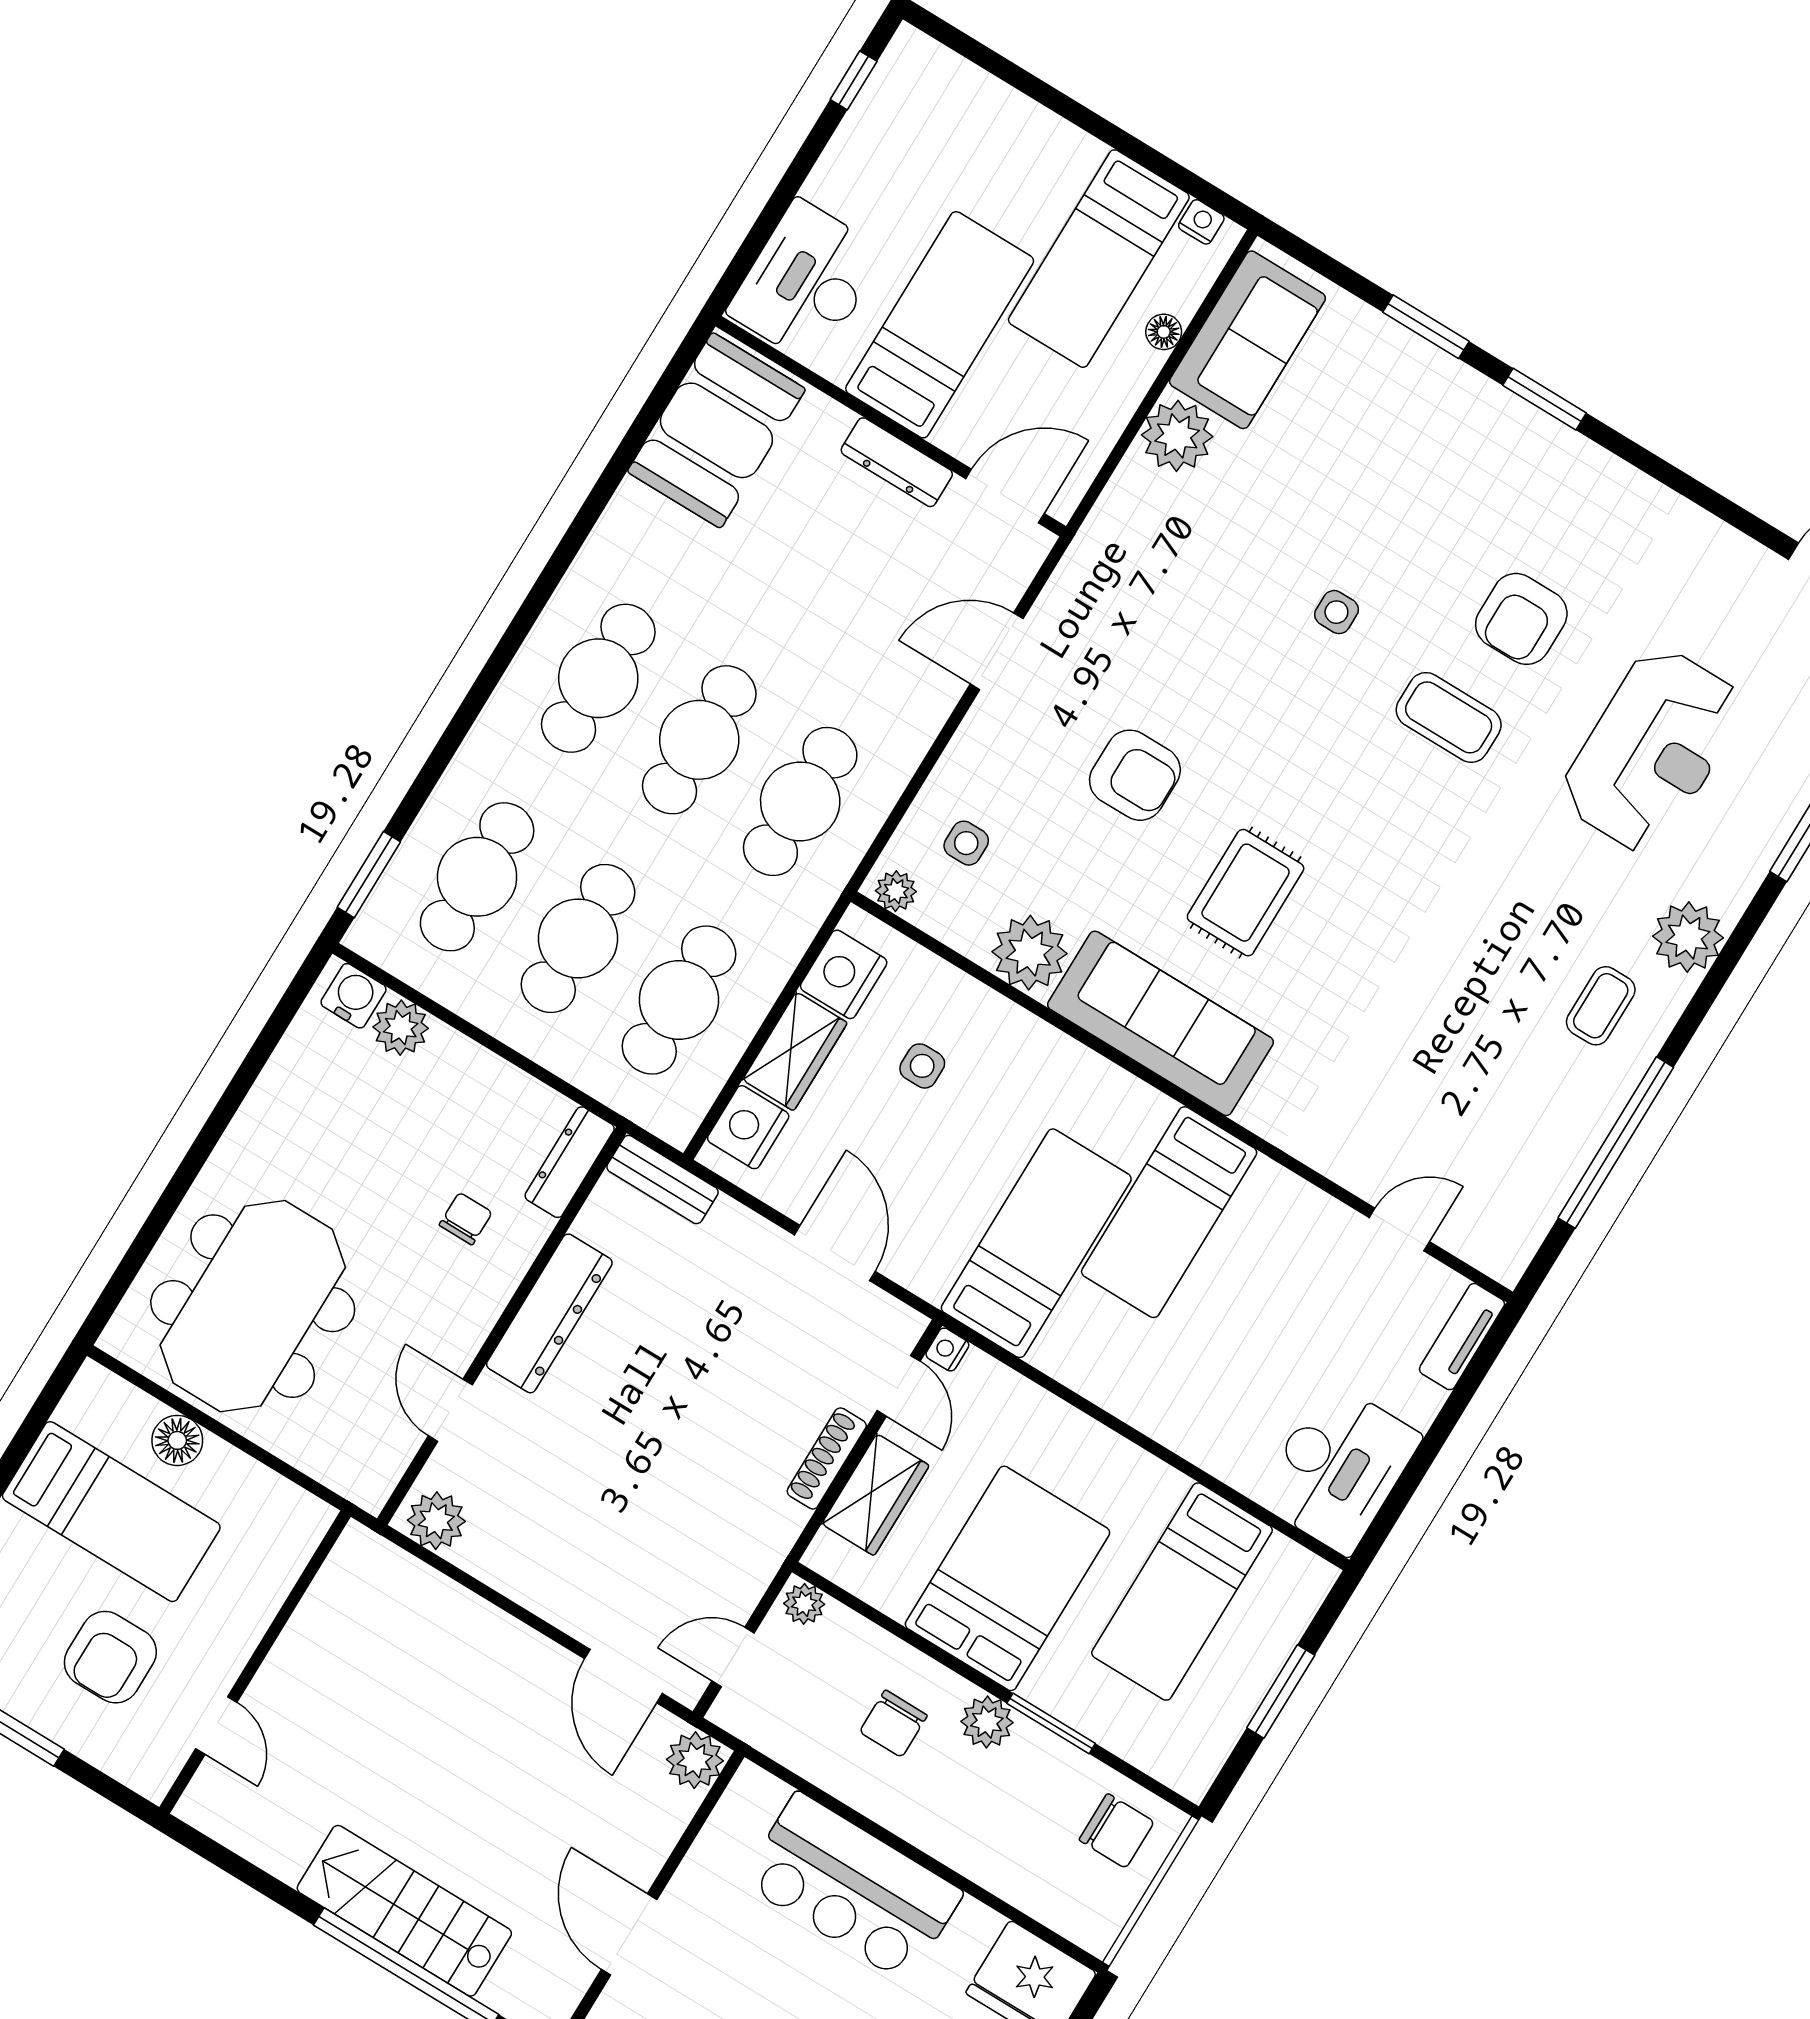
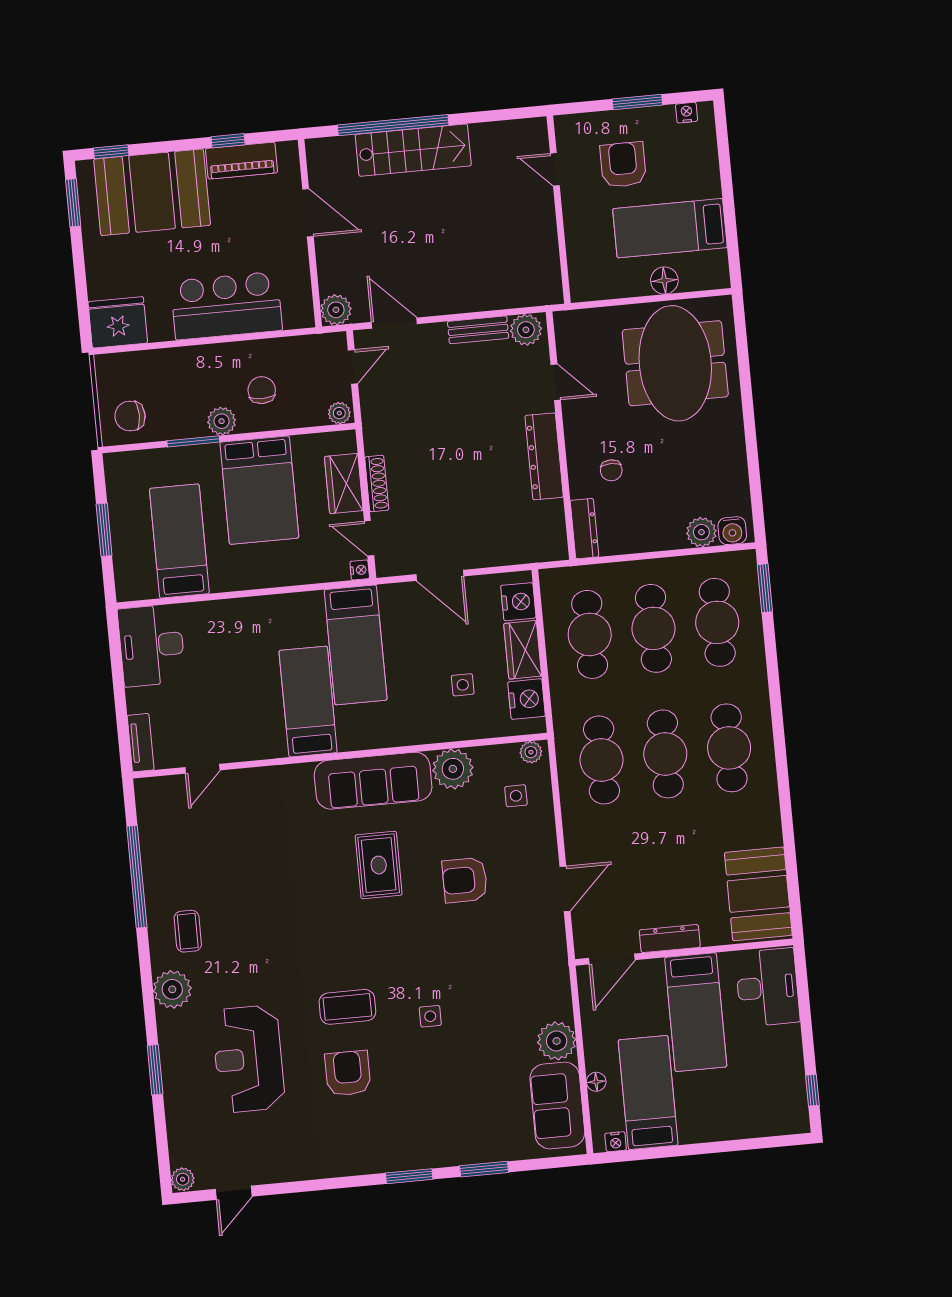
bench: (663, 1180) -> (478, 330), moved

